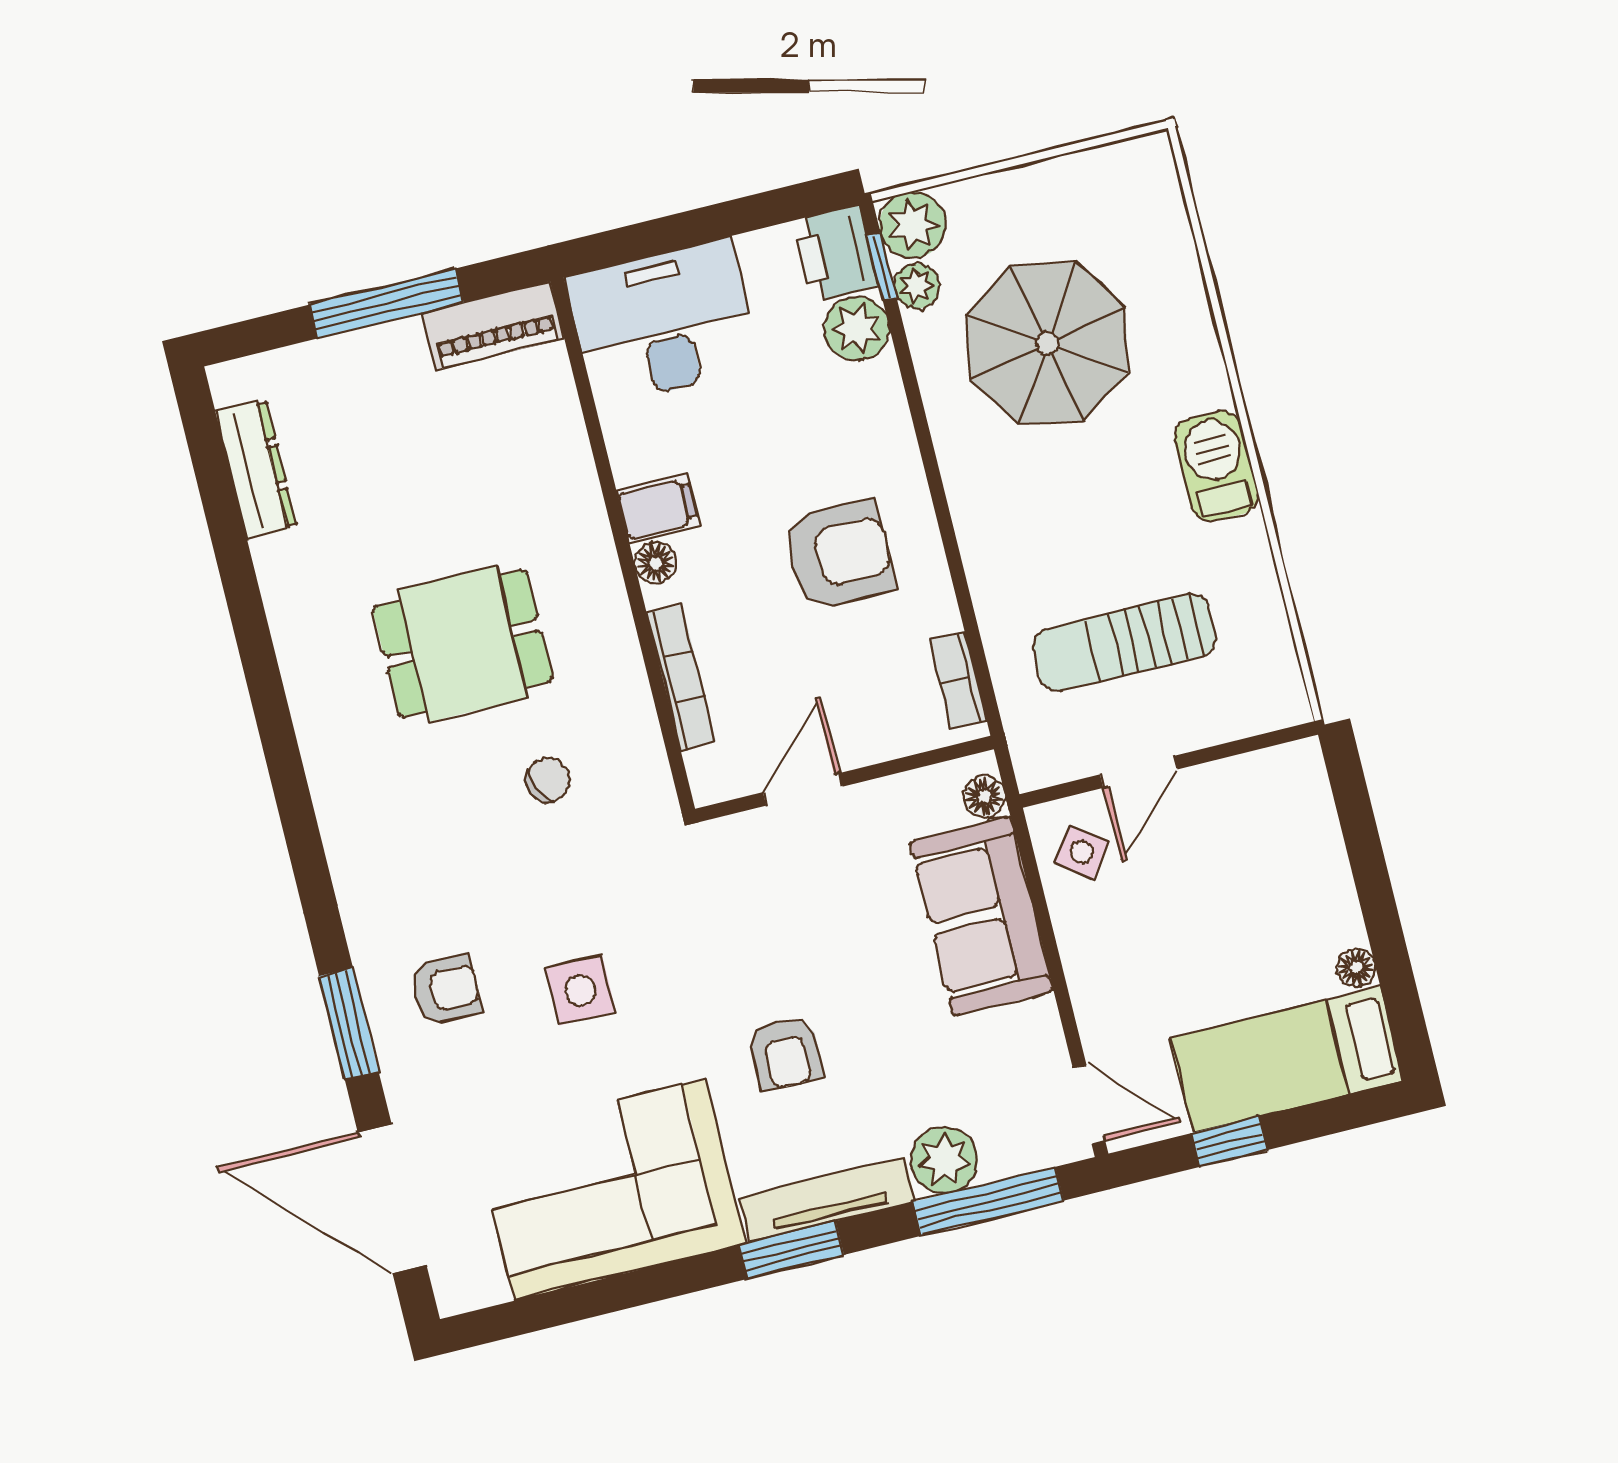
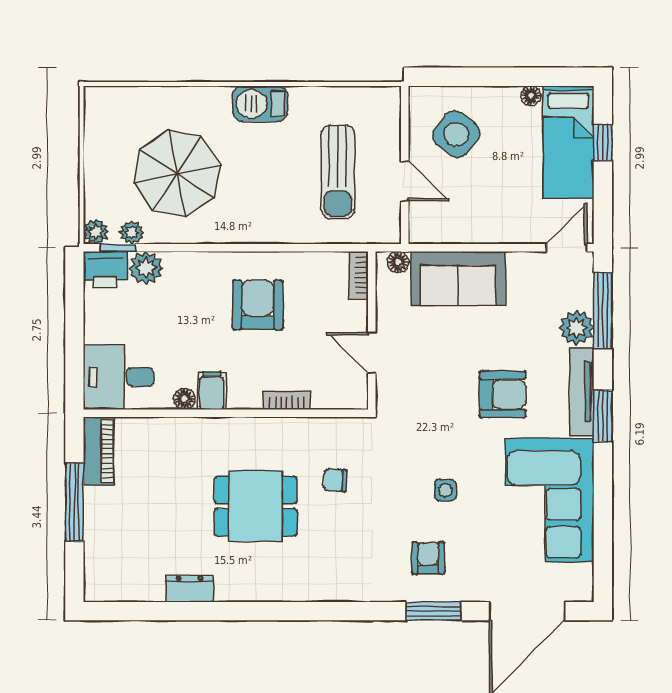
plant: (912, 225) -> (96, 232), width x0.73, depth x0.73
desk: (663, 322) -> (119, 377), width x0.73
dresser: (256, 469) -> (190, 589), moved, width x0.70
floor lamp: (656, 563) -> (184, 399), moved
dining table: (463, 644) -> (256, 506), turned 90
bookcase: (681, 677) -> (287, 400), width x0.64
bookcase: (958, 680) -> (358, 275), moved, turned 90
chair: (548, 780) -> (335, 480), turned -63
side table: (1082, 852) -> (456, 134), moved, width x1.87, depth x1.87
side table: (580, 990) -> (445, 490), width x0.73, depth x0.73
armchair: (786, 1053) -> (503, 394), width x1.38, depth x1.38
window: (1229, 1142) -> (603, 143), moved

